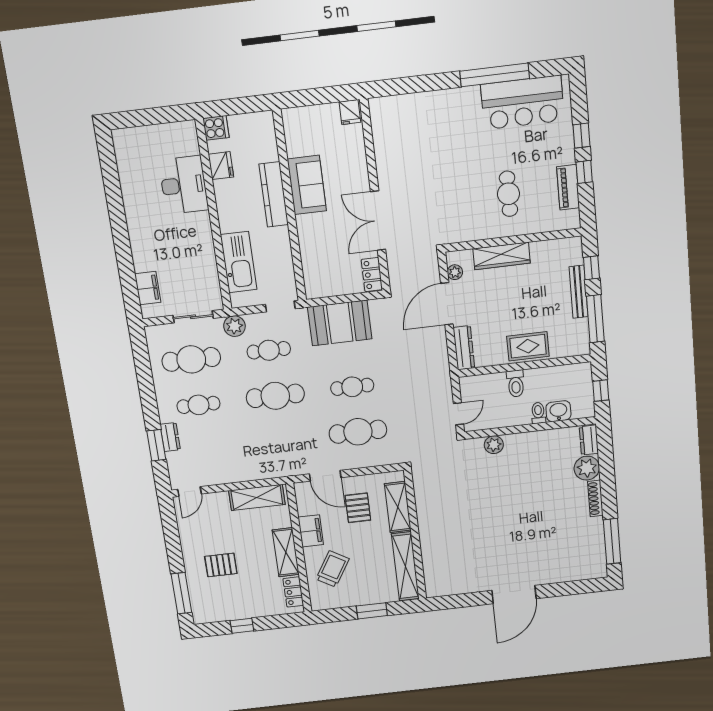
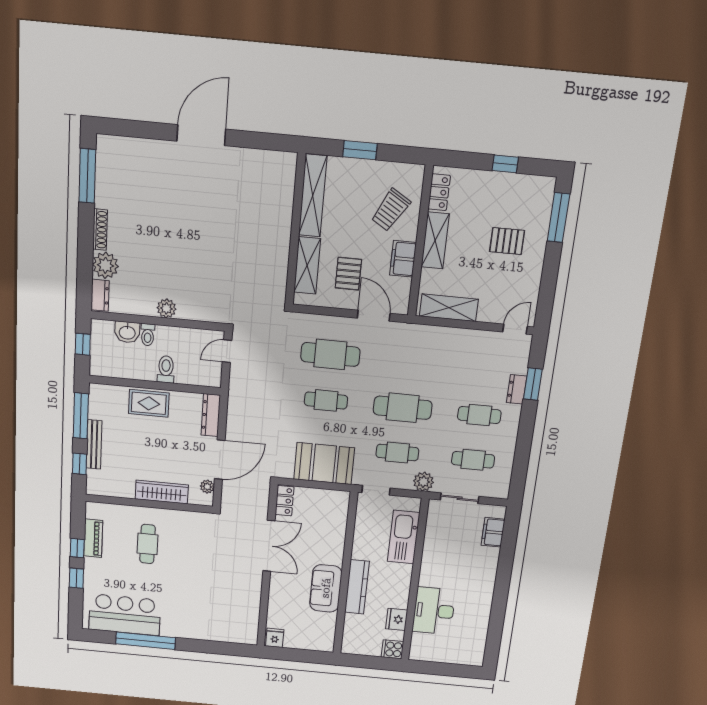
cafe table: (191, 359) -> (473, 460), width x0.73, depth x0.74
plant: (494, 445) -> (166, 308), moved

